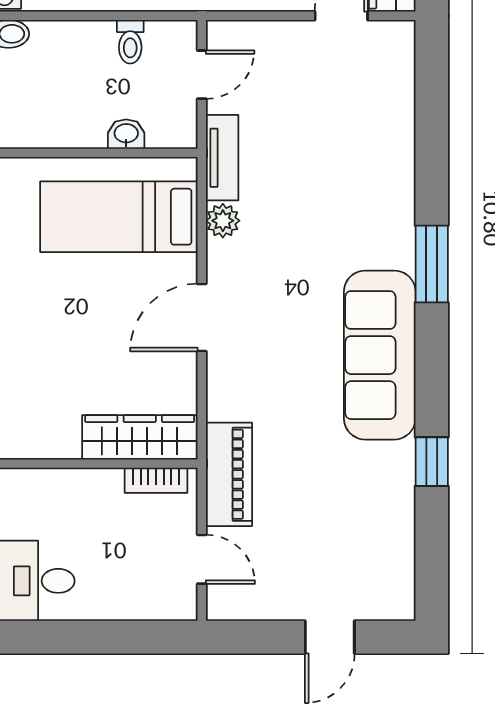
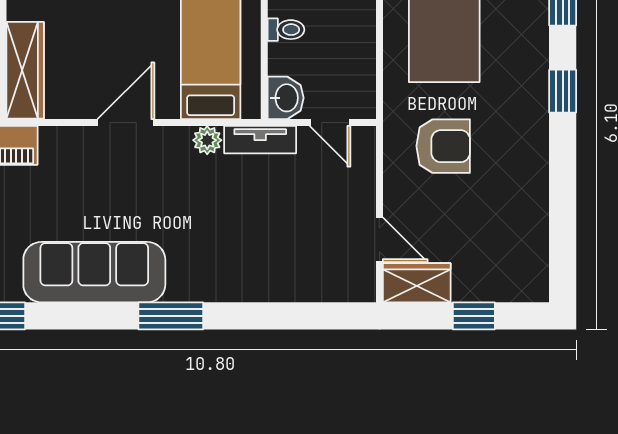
toilet: (130, 42) -> (286, 30), moved, turned 180
washbasin: (126, 134) -> (286, 98), moved, width x1.38, depth x1.45
door: (202, 317) -> (126, 123), hinge flipped

